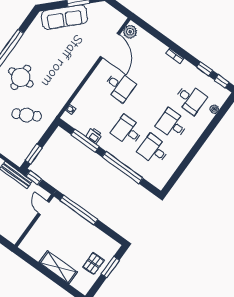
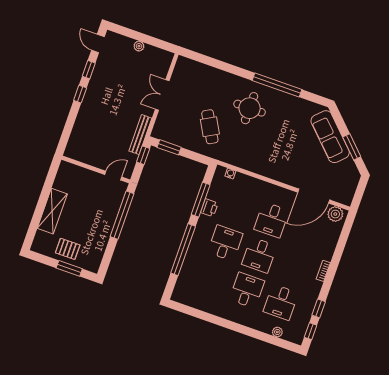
desk: (154, 150) -> (259, 255), moved, turned 180

